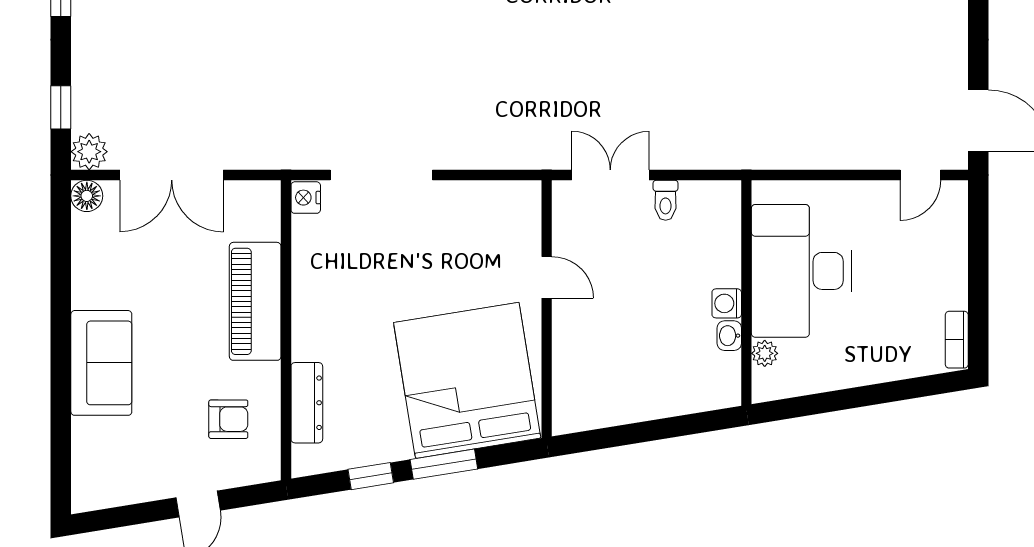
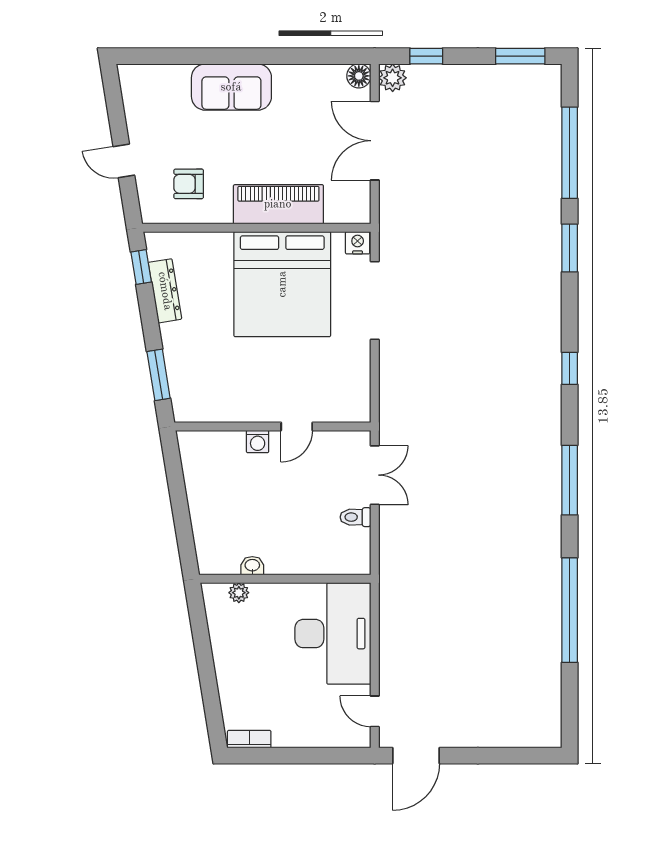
desk: (801, 271) -> (333, 634), moved, turned 90
washing machine: (727, 303) -> (258, 442), moved, turned 180
bed: (467, 380) -> (282, 284), moved, turned 99
dresser: (307, 403) -> (165, 291), moved, turned -99
armchair: (228, 419) -> (189, 184), turned 90
window: (444, 464) -> (159, 375), moved
window: (371, 476) -> (141, 267), moved

